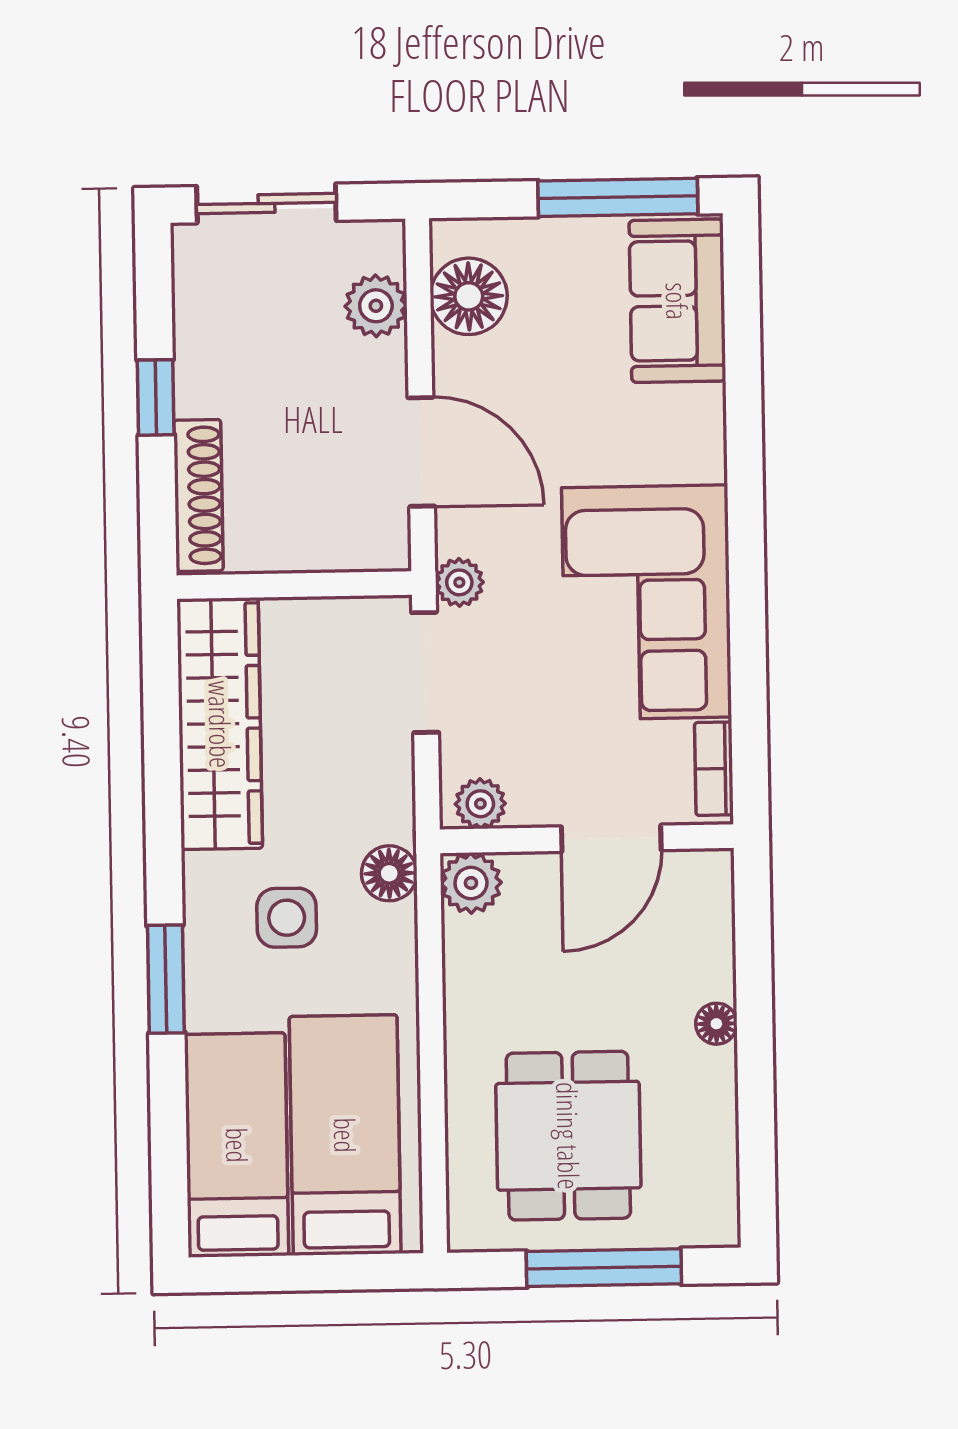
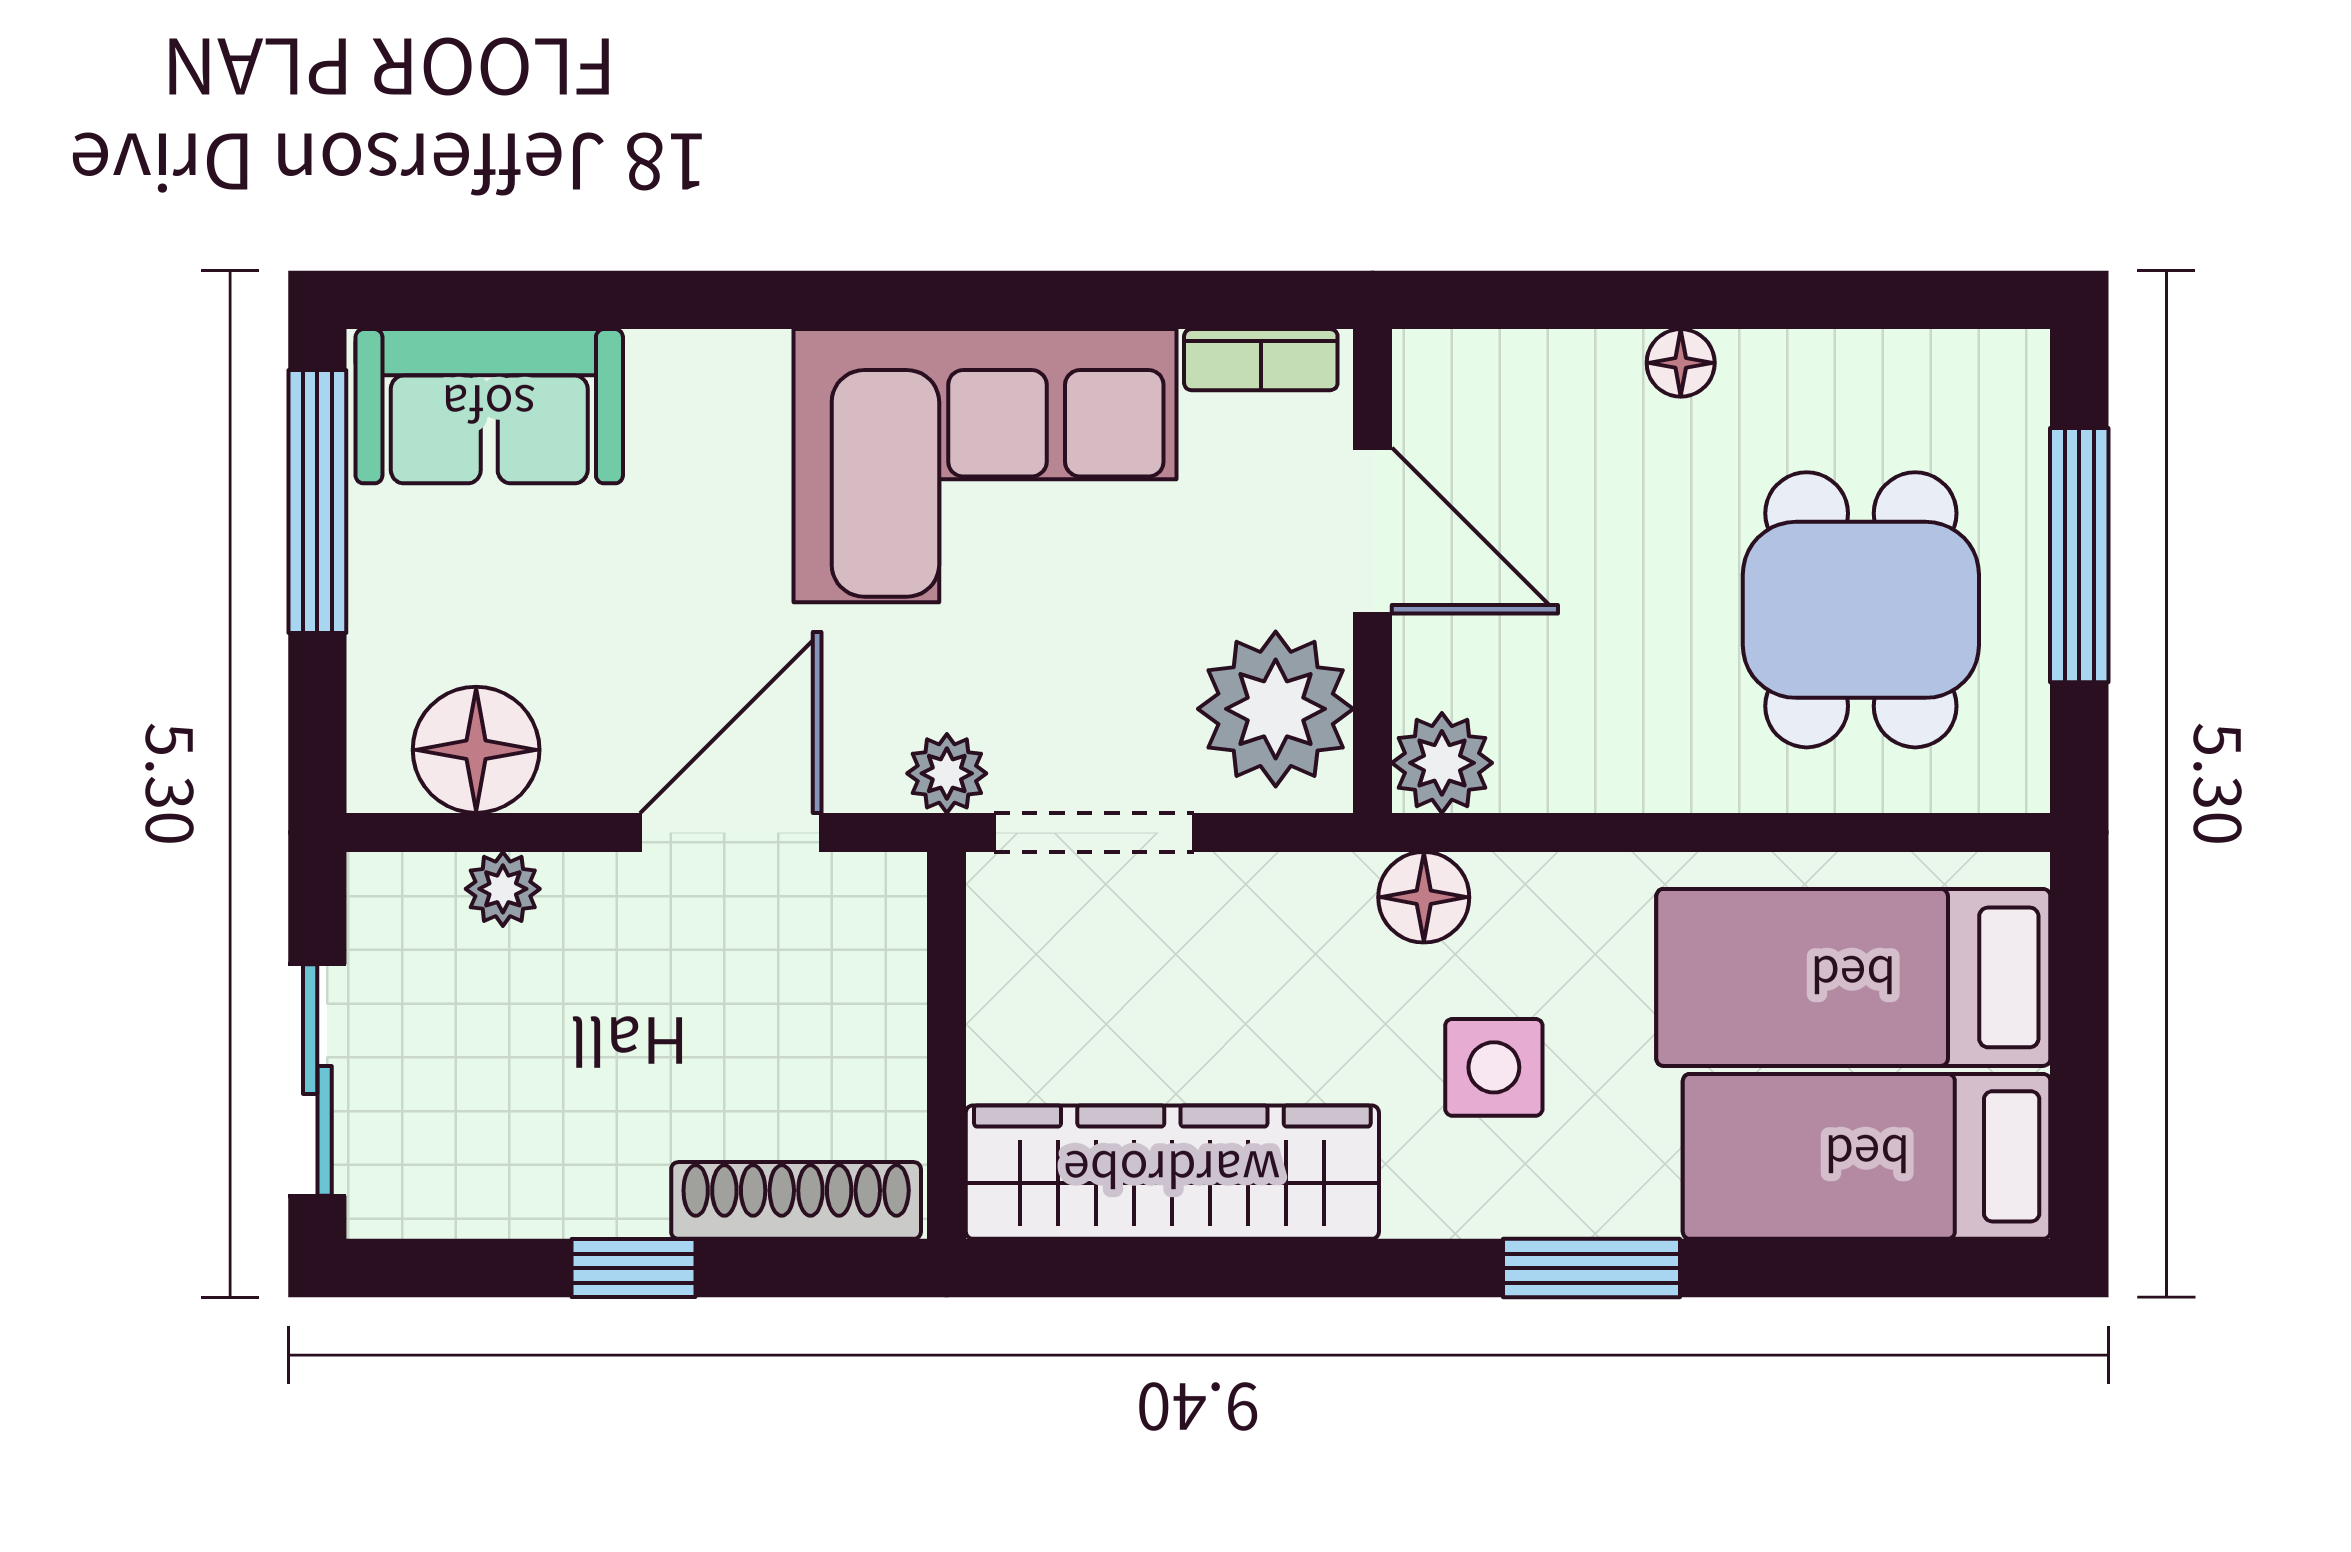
plant: (376, 306) -> (503, 889), width x0.73, depth x0.73
plant: (480, 804) -> (1276, 709), width x1.87, depth x1.87
dining table: (568, 1136) -> (1861, 610), turned 90

